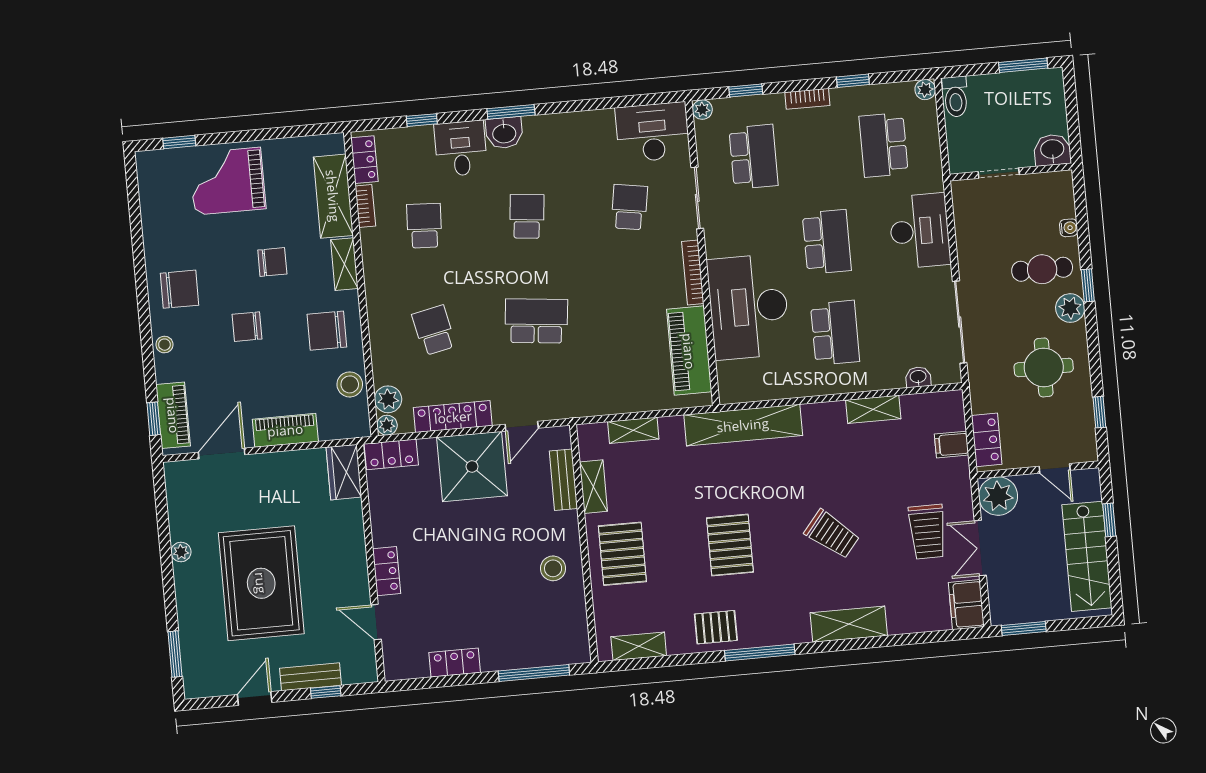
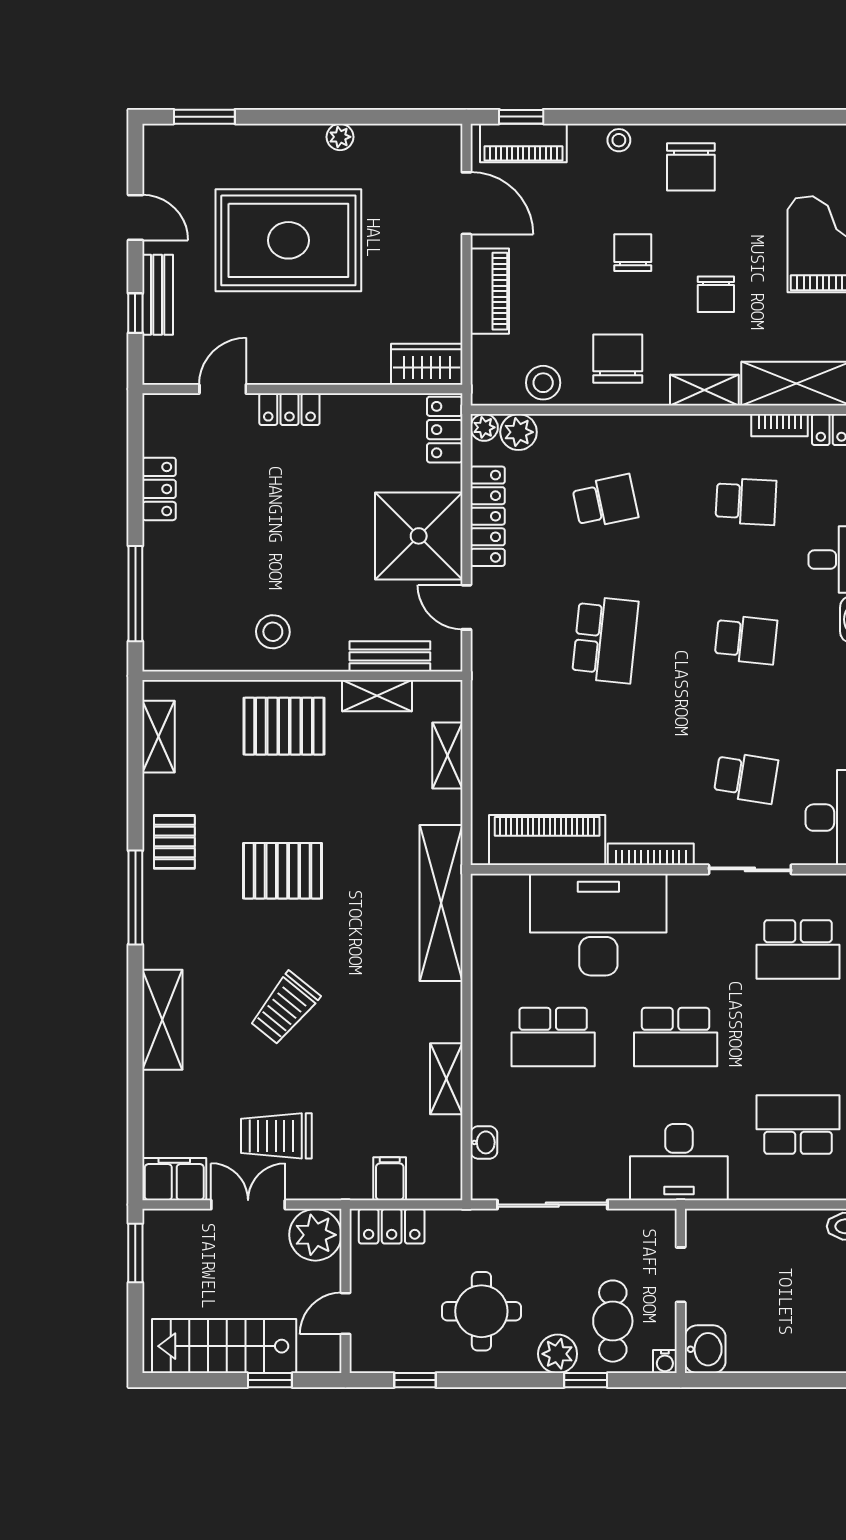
washbasin: (1052, 150) -> (705, 1349), moved
wall: (1011, 172) -> (681, 1291), moved
doorway: (999, 173) -> (681, 1275), moved

